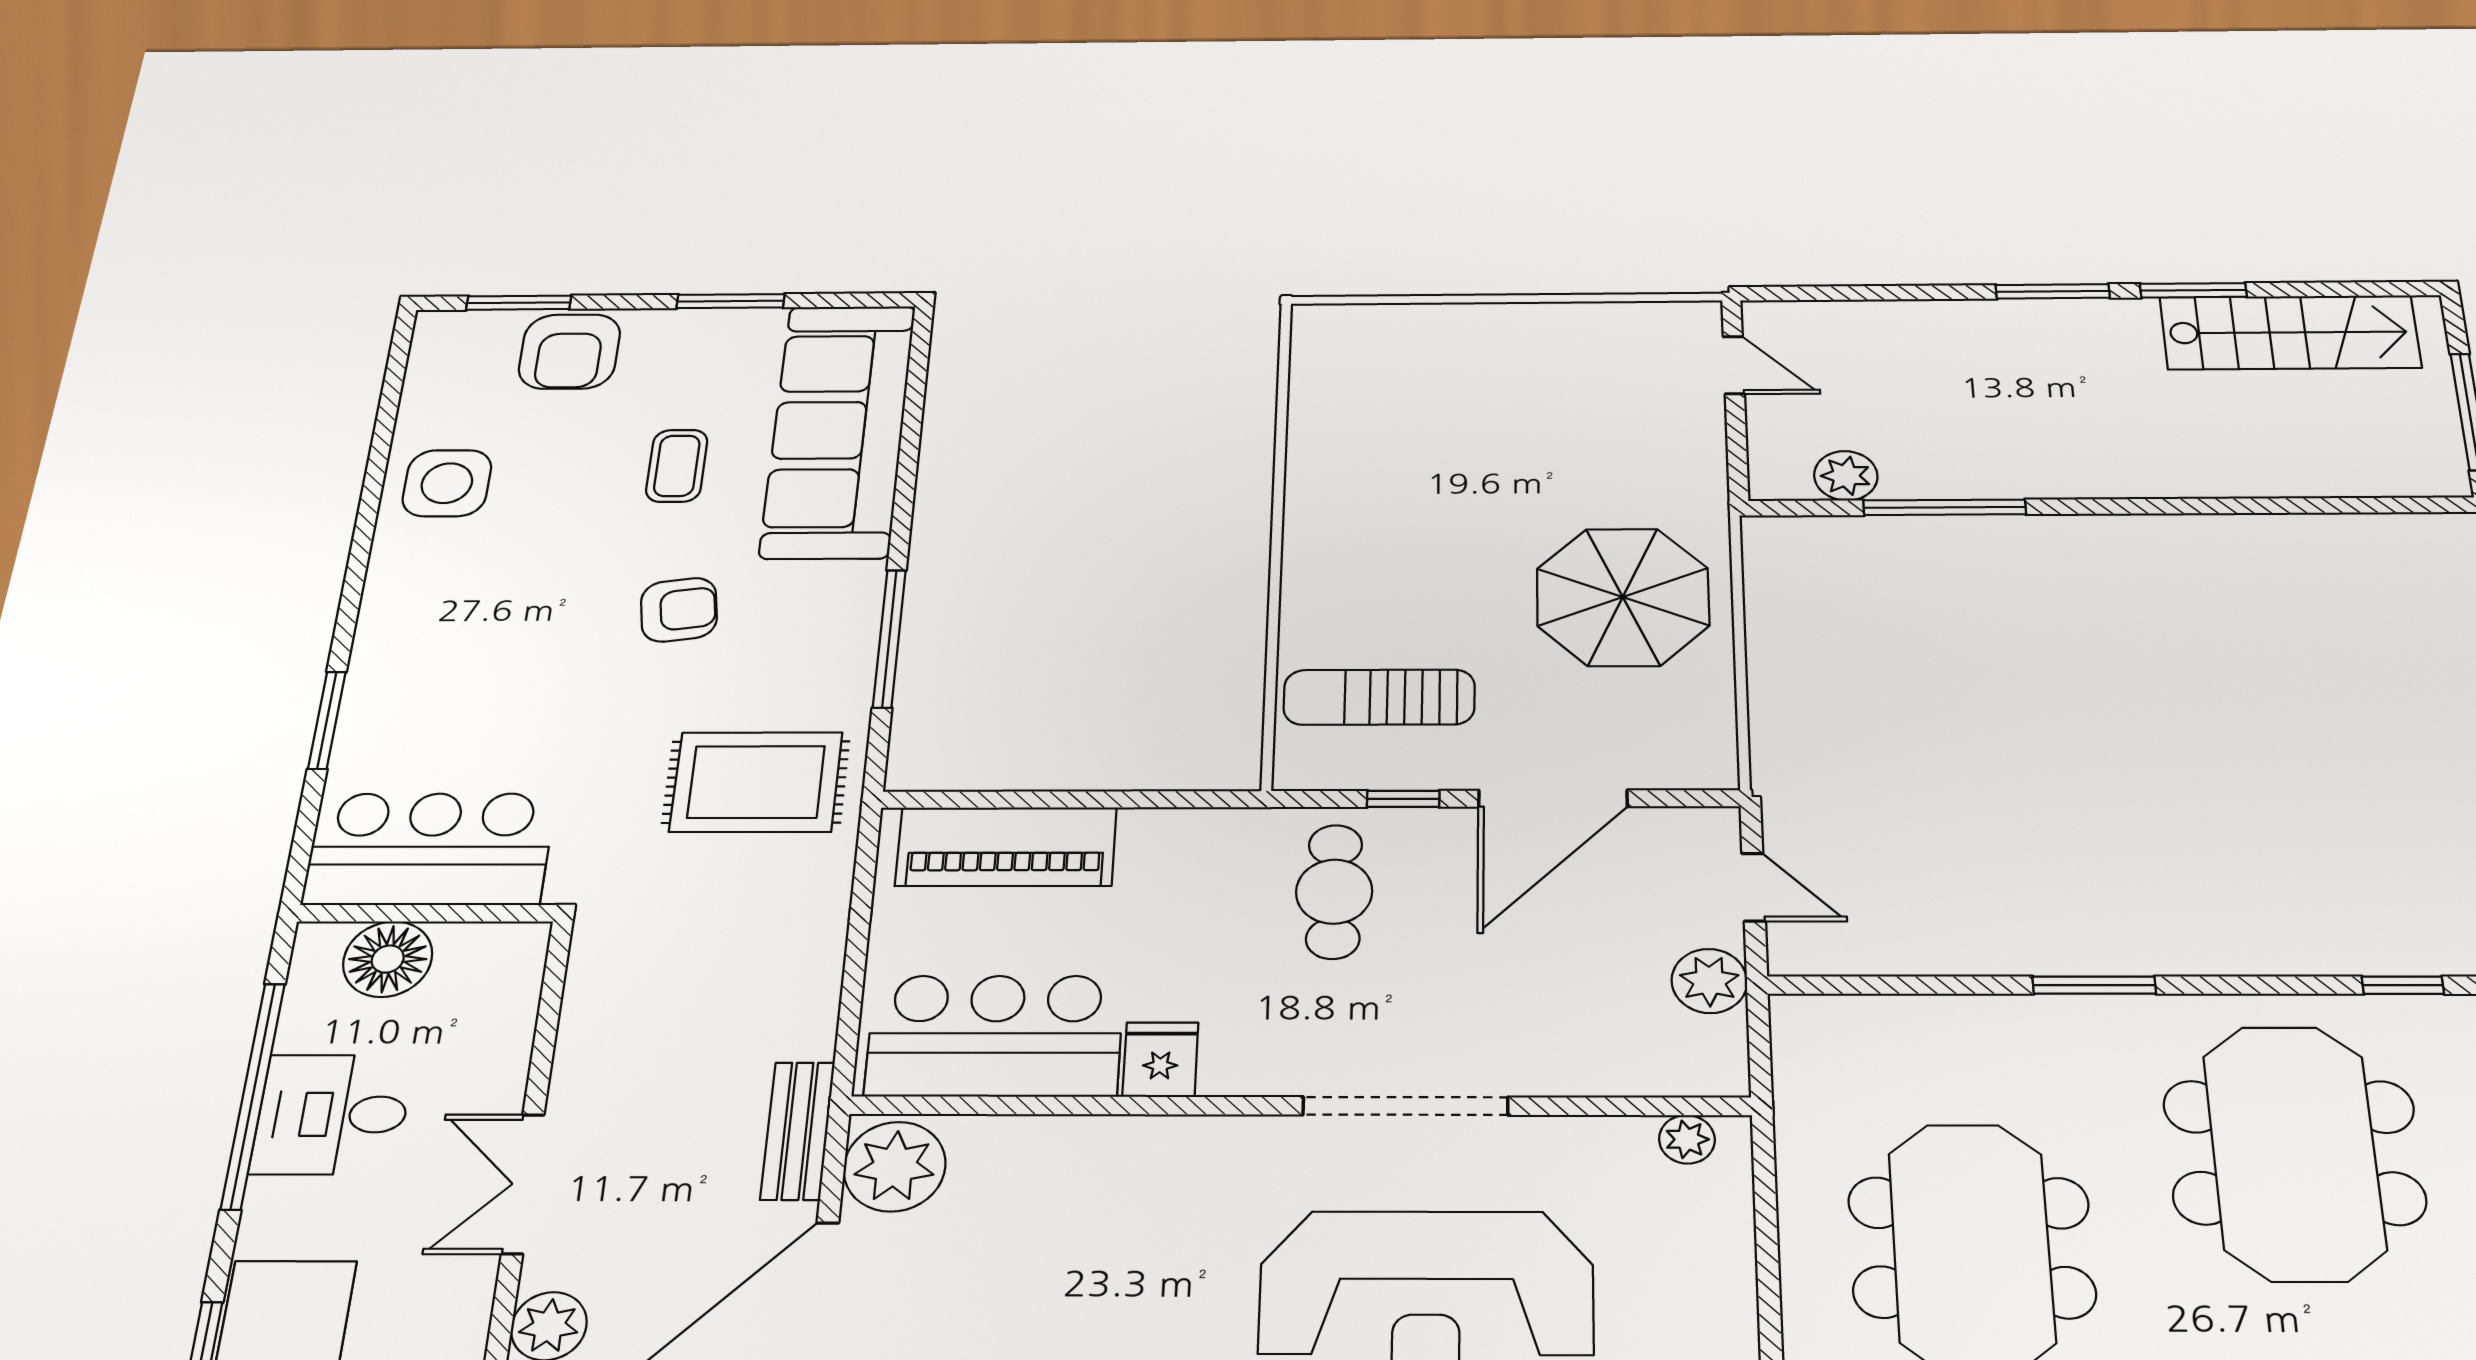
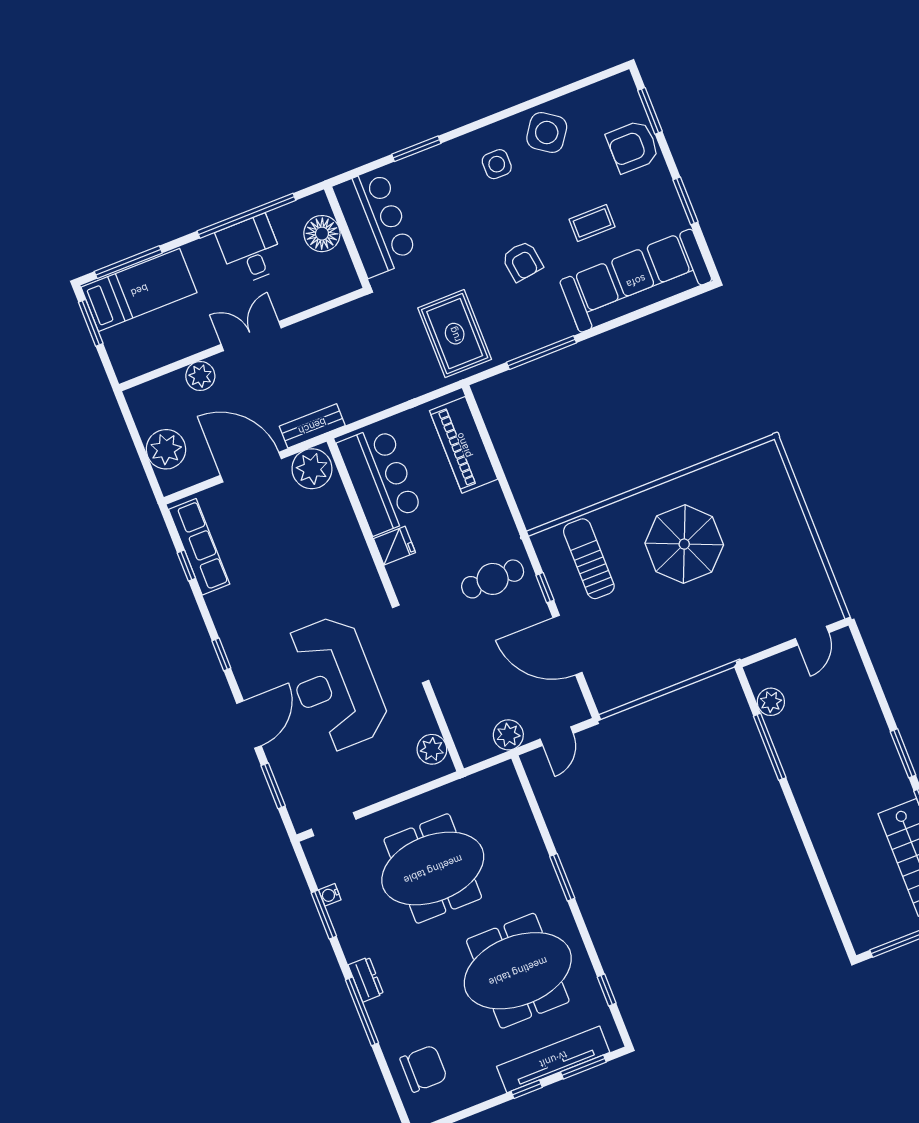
side table: (447, 483) -> (547, 133), turned 35
side table: (453, 589) -> (497, 164), added
parasol: (1623, 597) -> (684, 544), moved
plant: (1687, 1139) -> (432, 749), width x1.38, depth x1.38

